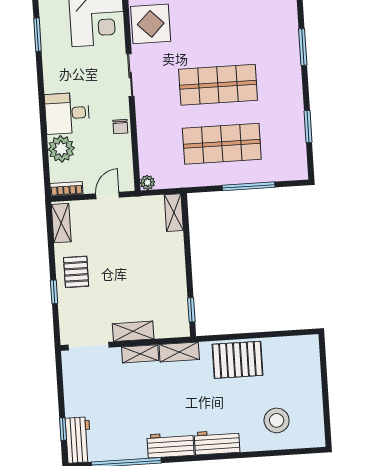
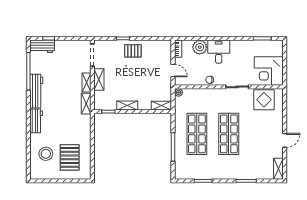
shelving: (61, 223) -> (127, 105), moved
pallet: (238, 360) -> (70, 157), moved
workbench: (171, 445) -> (36, 91), width x1.38

